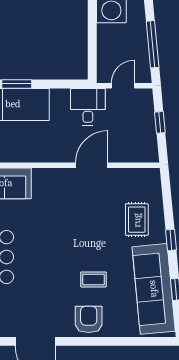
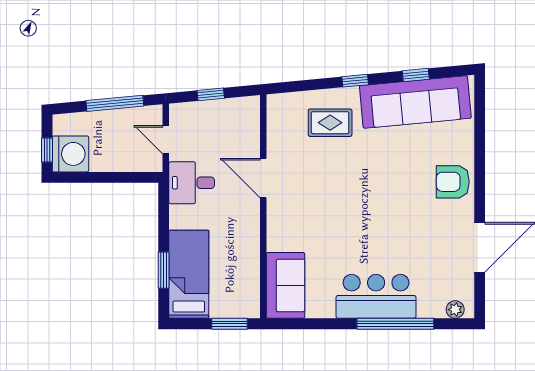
coffee table: (94, 279) -> (404, 176), removed

